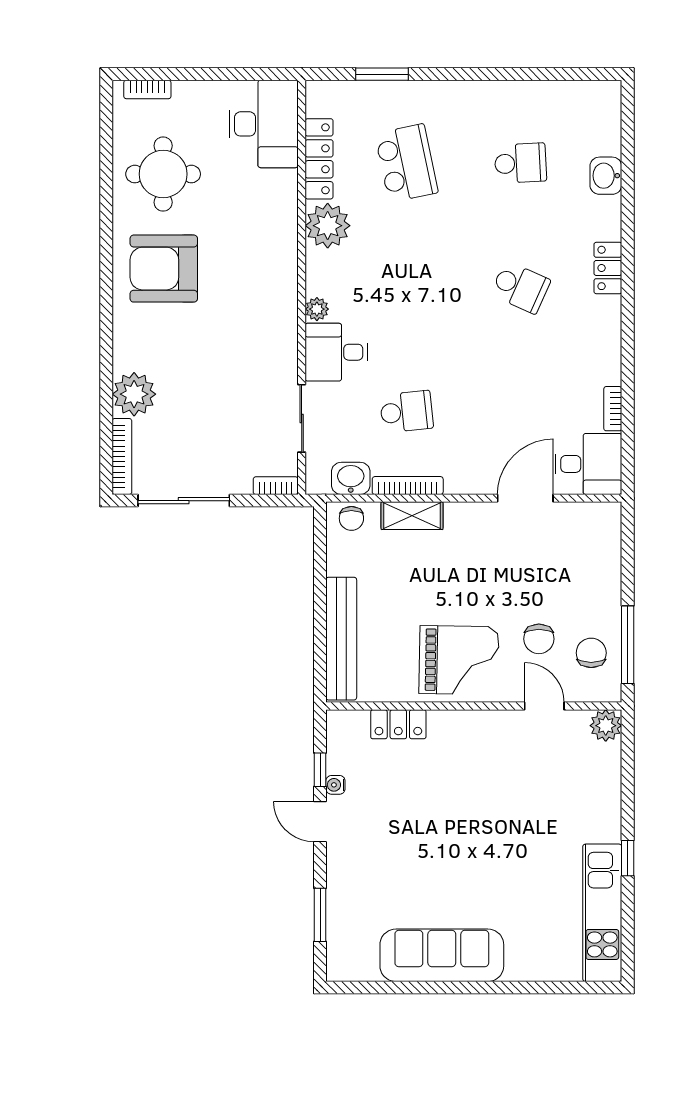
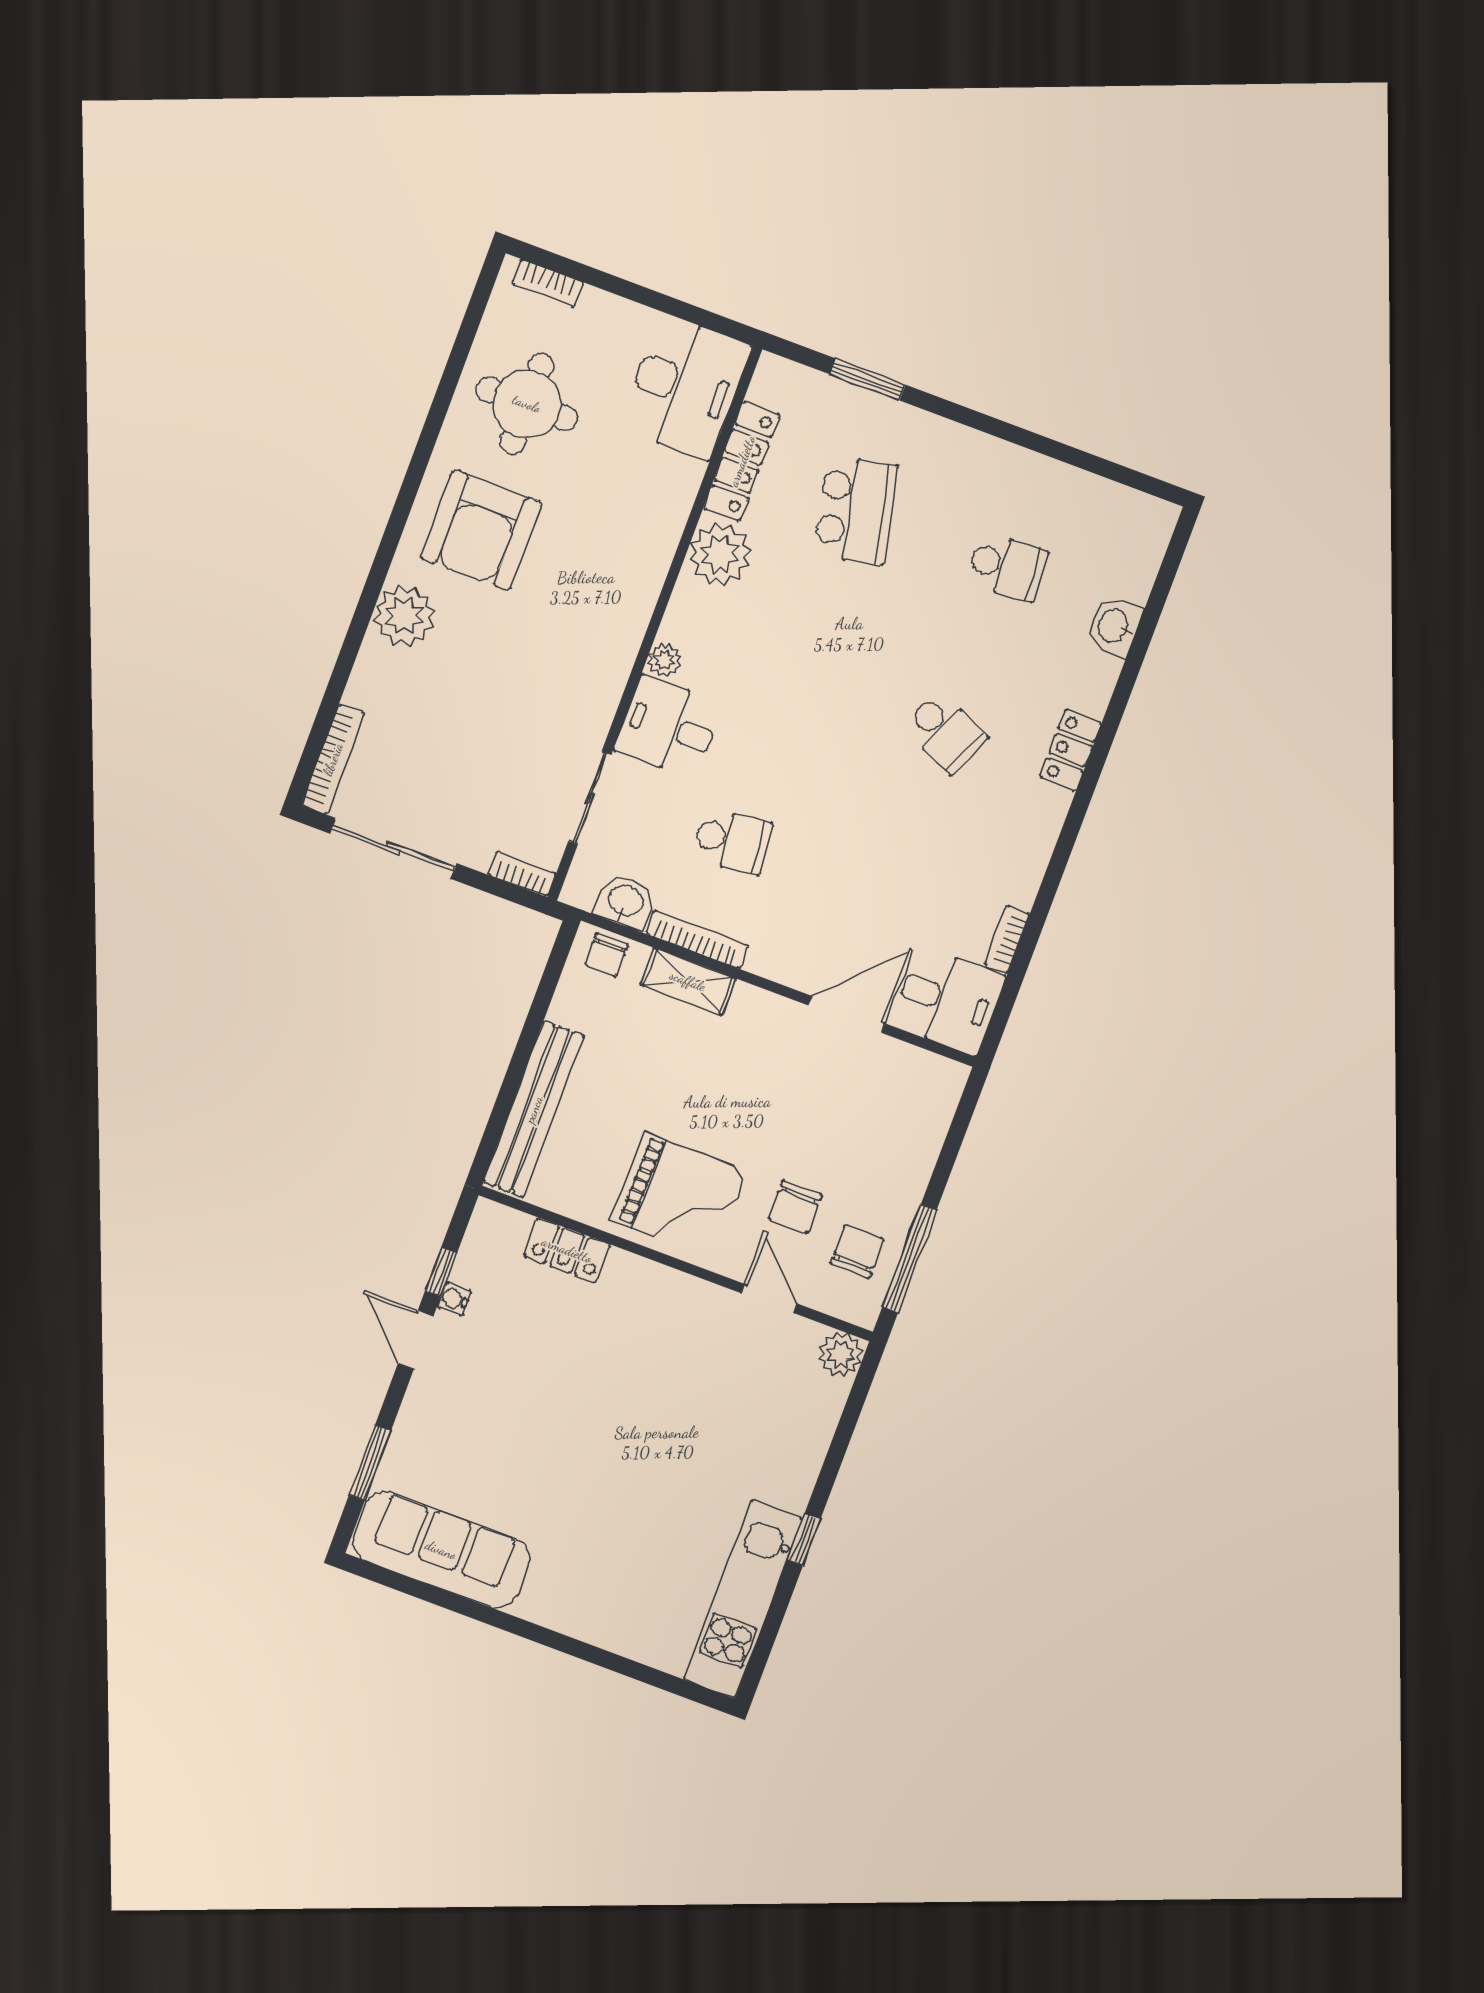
armchair: (164, 269) -> (481, 530), turned -90
plant: (134, 394) -> (404, 616), moved
sofa: (442, 955) -> (441, 1550), moved

